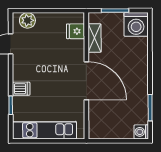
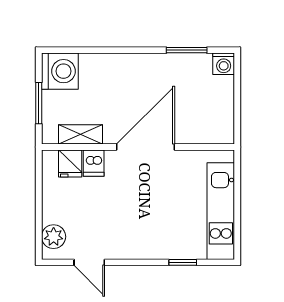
dishwasher: (21, 89) -> (94, 163), moved, turned 180

